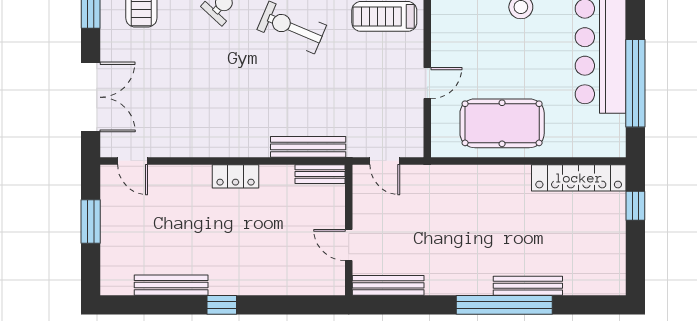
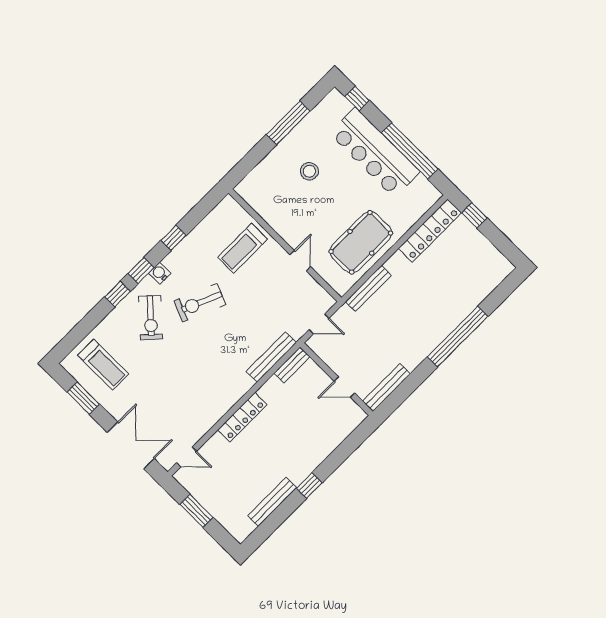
locker: (236, 176) -> (242, 417), width x1.53
bench: (528, 286) -> (368, 288), moved

